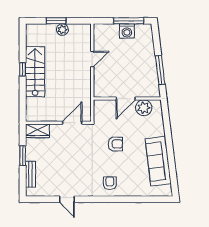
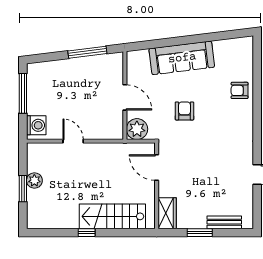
washing machine: (127, 31) -> (36, 125), moved
stairs: (35, 72) -> (112, 216), moved
plant: (144, 108) -> (137, 129), moved
sofa: (158, 161) -> (182, 58), moved
armchair: (110, 183) -> (240, 90), moved

